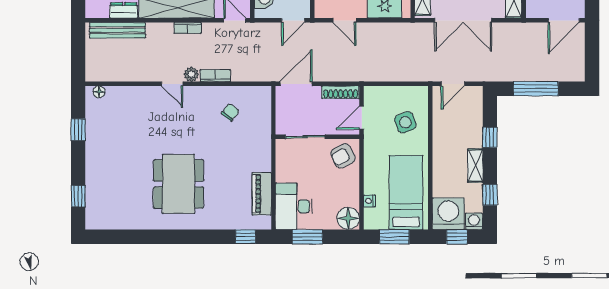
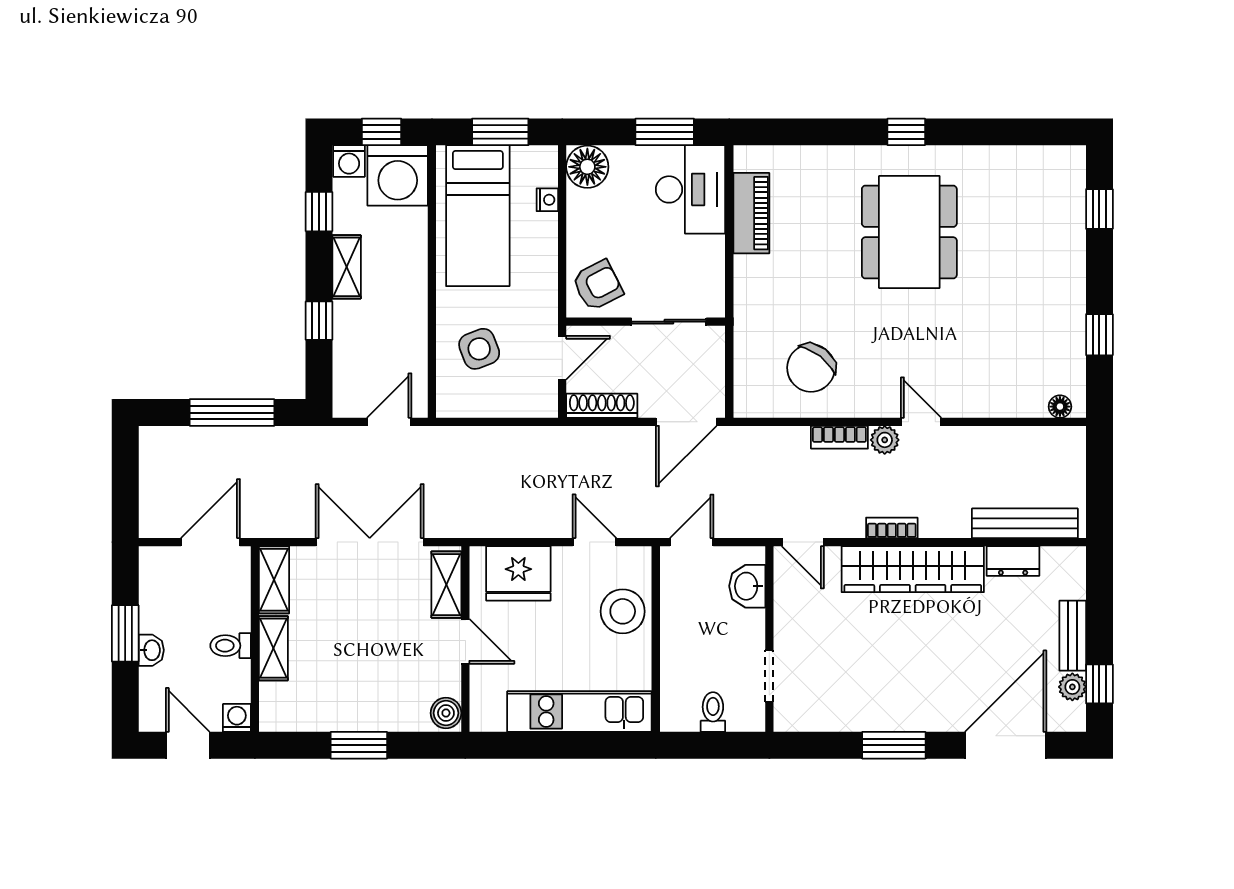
door: (564, 20) -> (210, 542), moved
chair: (230, 112) -> (811, 368), width x1.87, depth x1.87
window: (245, 237) -> (906, 132), moved

